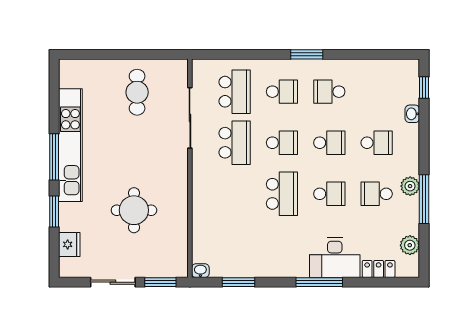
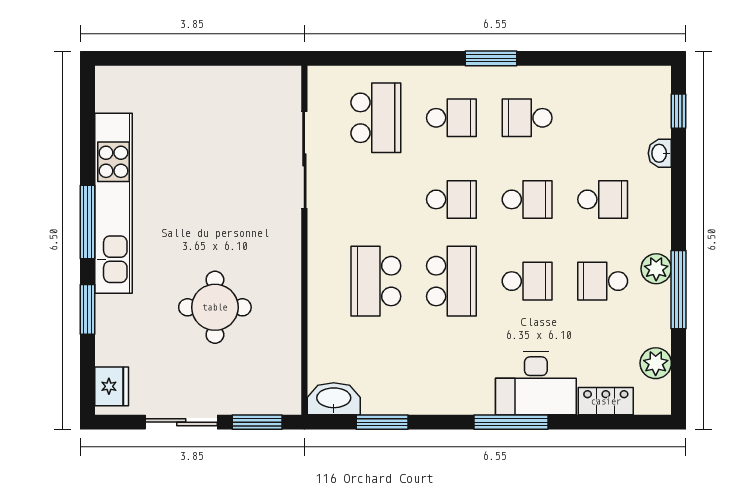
cafe table: (137, 92) -> (220, 119), removed
school desk: (235, 143) -> (376, 281), moved, turned 180
fridge: (69, 244) -> (112, 386), moved
washbasin: (200, 271) -> (334, 399), width x1.91, depth x1.45

